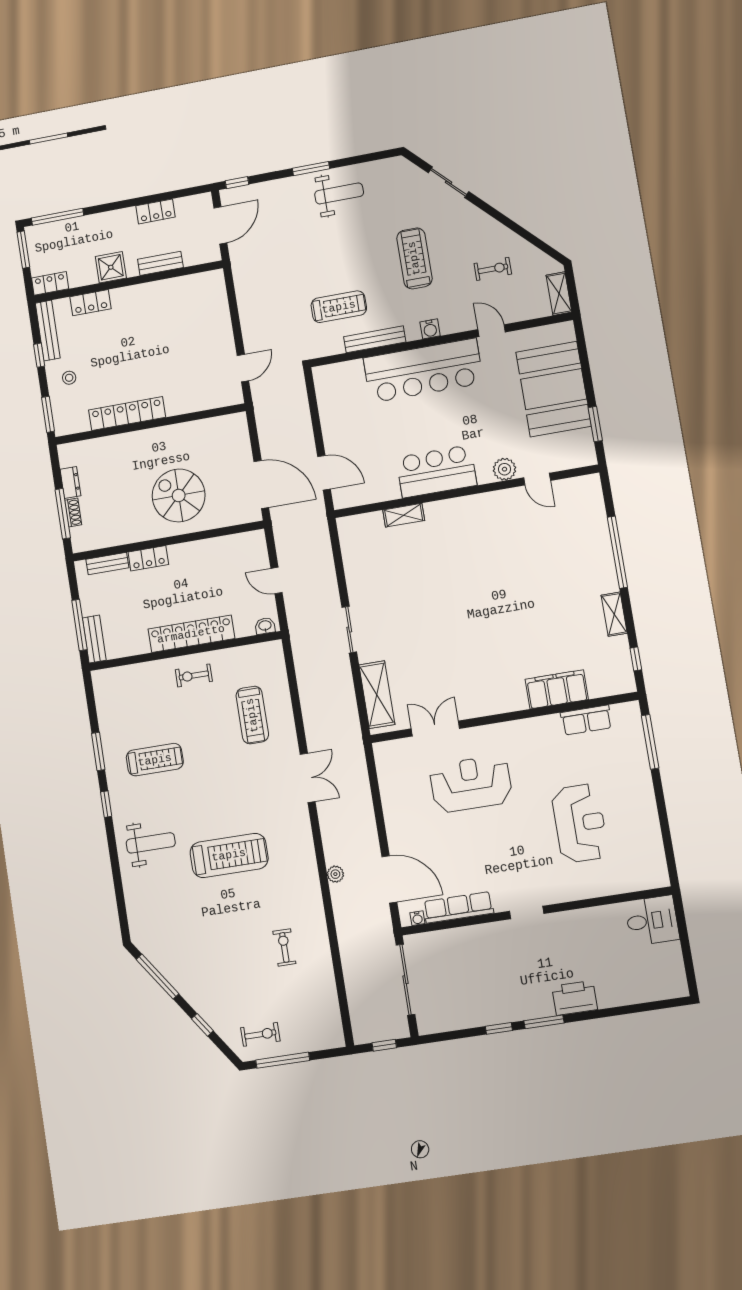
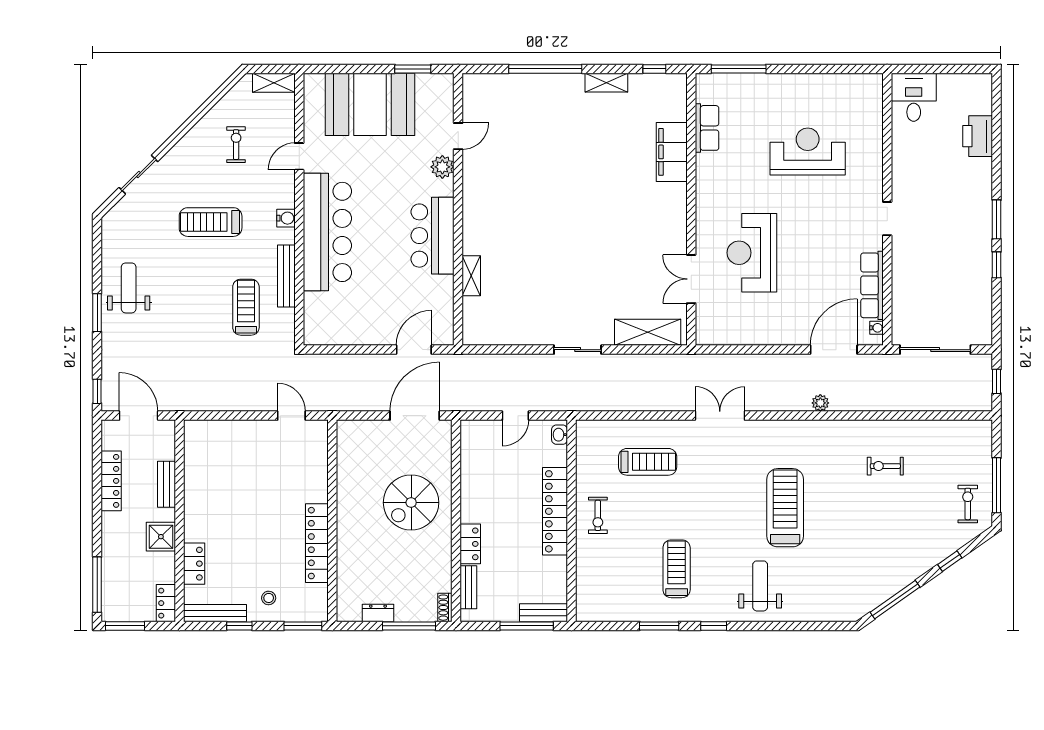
locker: (155, 211) -> (111, 481), width x1.53
shoe rack: (73, 513) -> (445, 608), moved, turned -90
printer: (575, 998) -> (978, 136), moved

